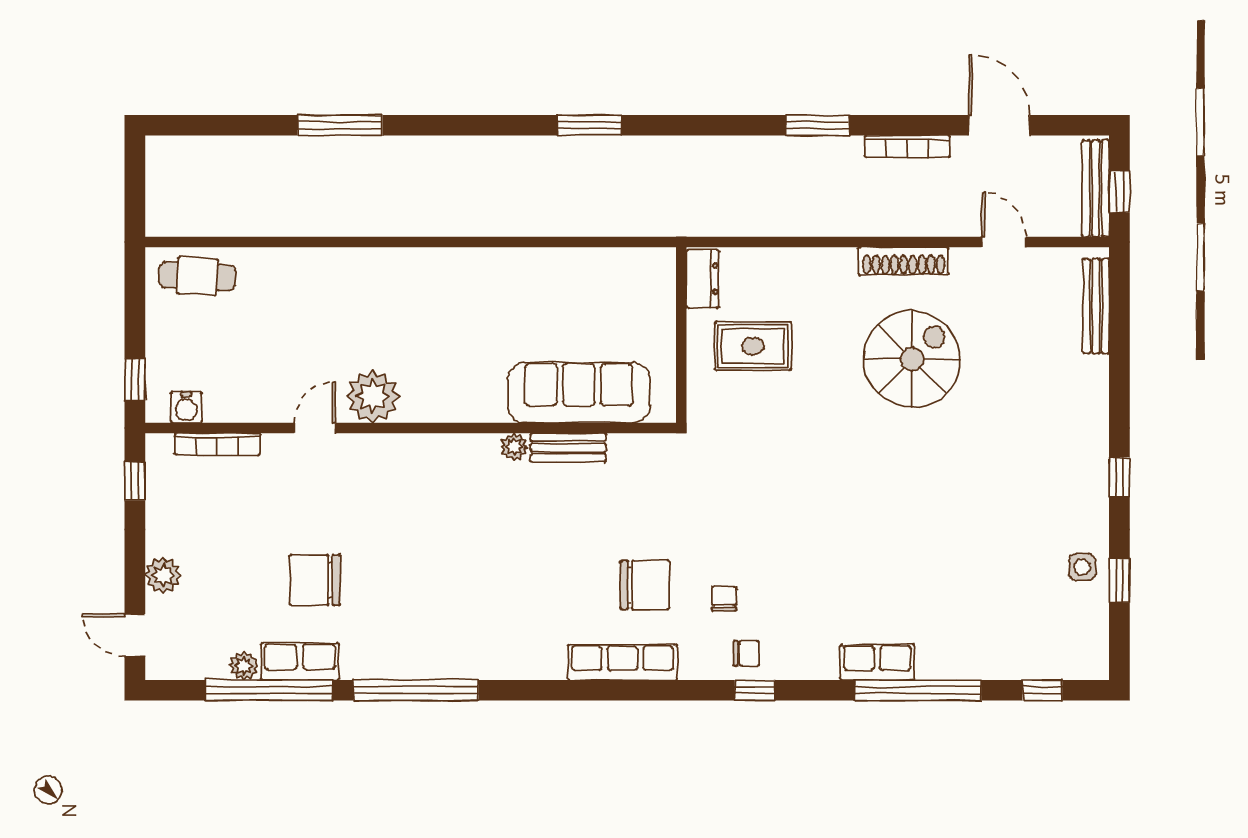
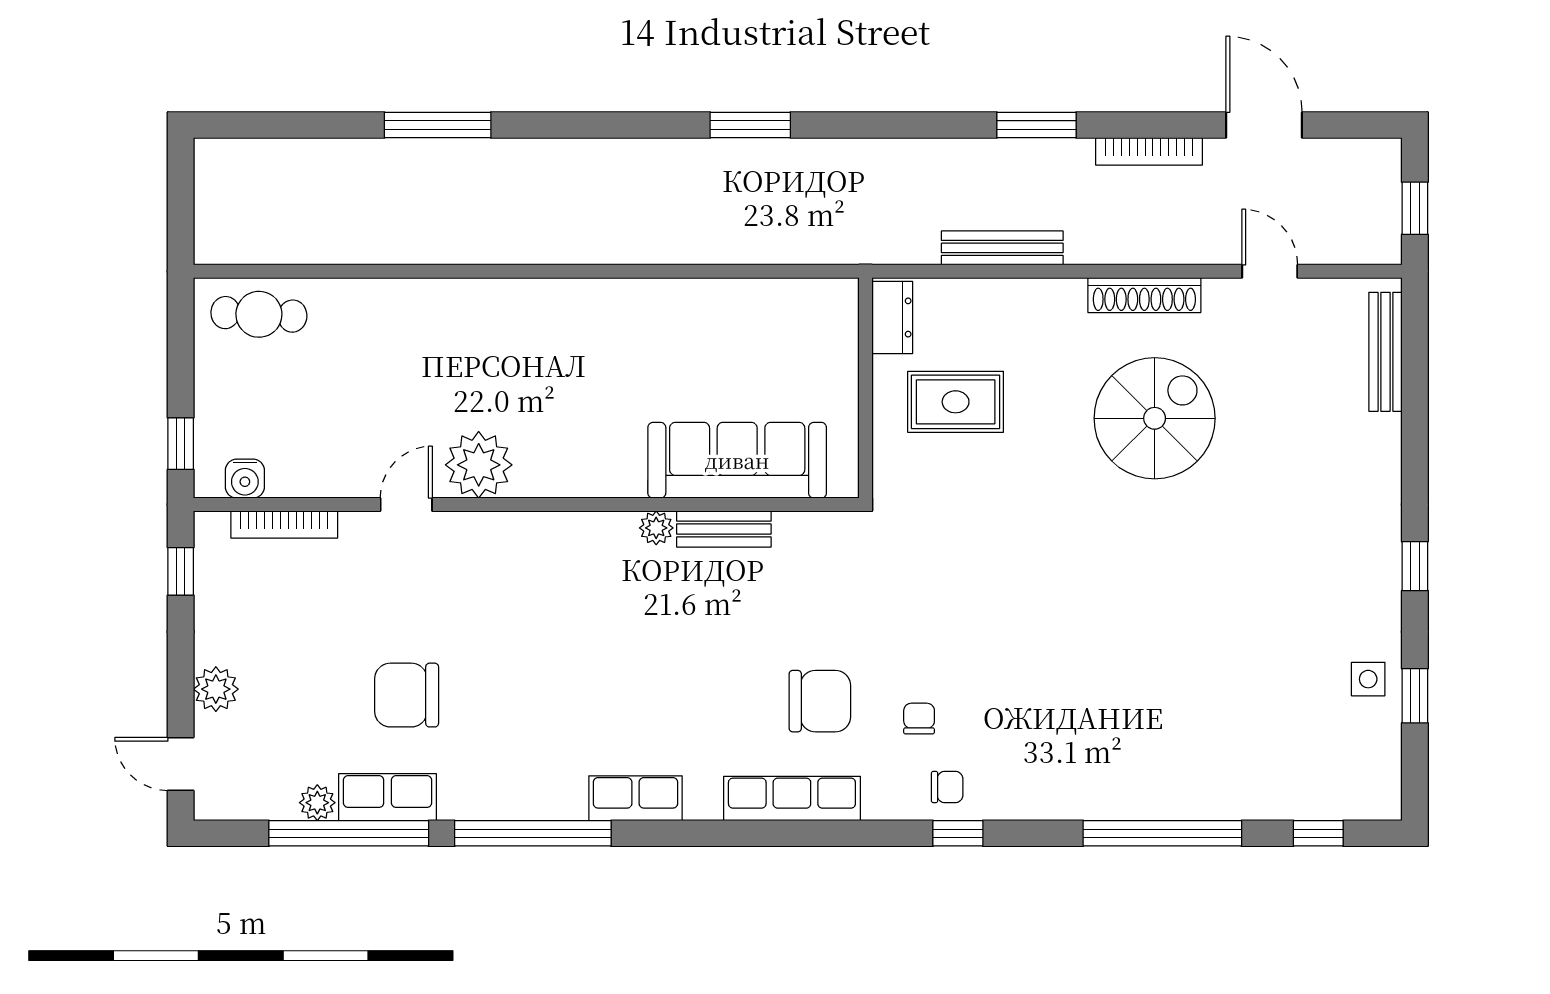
bench: (1096, 188) -> (1002, 248), moved, turned 90
row of seats: (877, 662) -> (635, 798), moved

